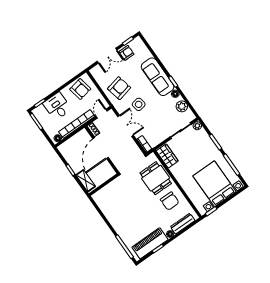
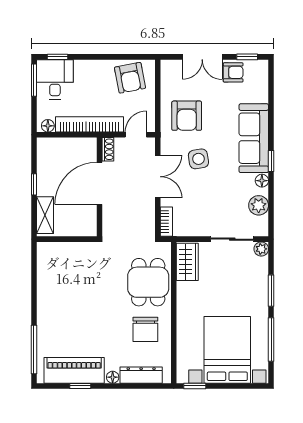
armchair: (119, 88) -> (187, 116), turned 103
desk: (57, 106) -> (55, 79), moved

